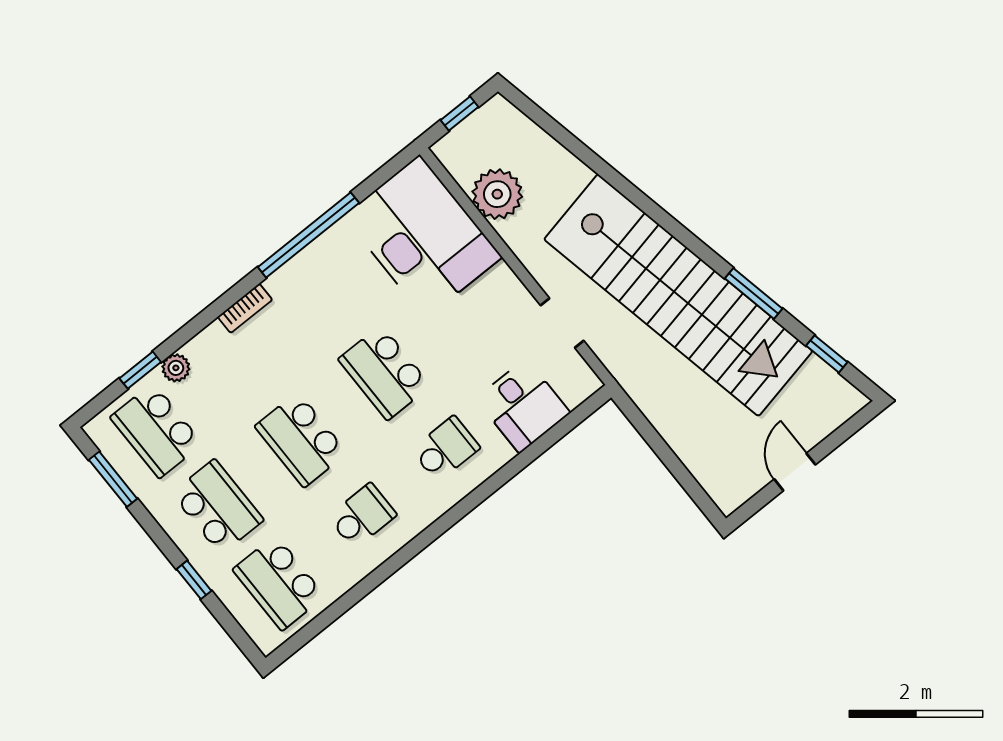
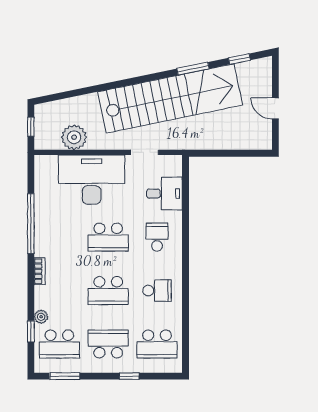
desk: (423, 237) -> (92, 180), moved
school desk: (362, 516) -> (157, 291), turned 90

